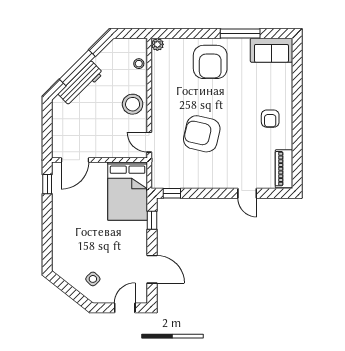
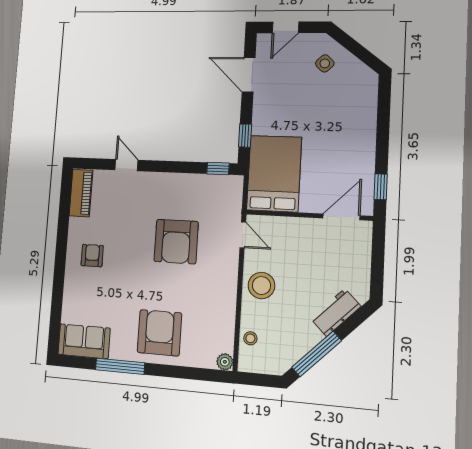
window: (77, 68) -> (317, 354), moved
workbench: (81, 84) -> (336, 312), width x0.73
armchair: (202, 134) -> (176, 242), turned 77

